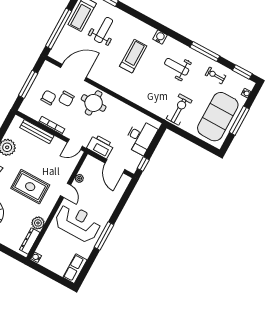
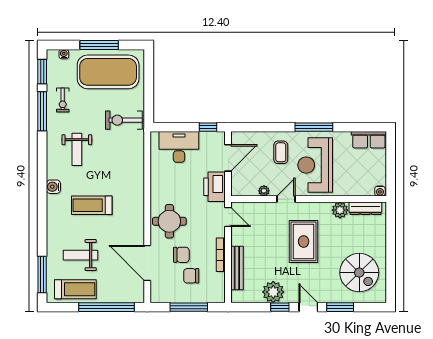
window: (205, 52) -> (42, 111), moved
coffee table: (99, 204) -> (281, 152), added

